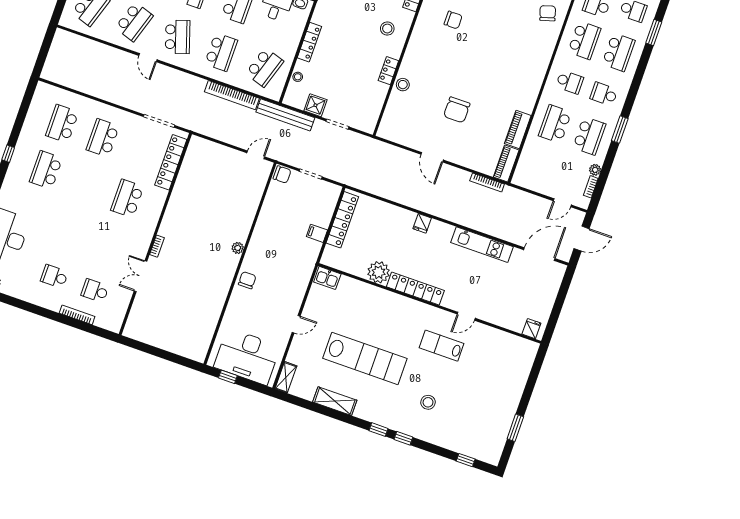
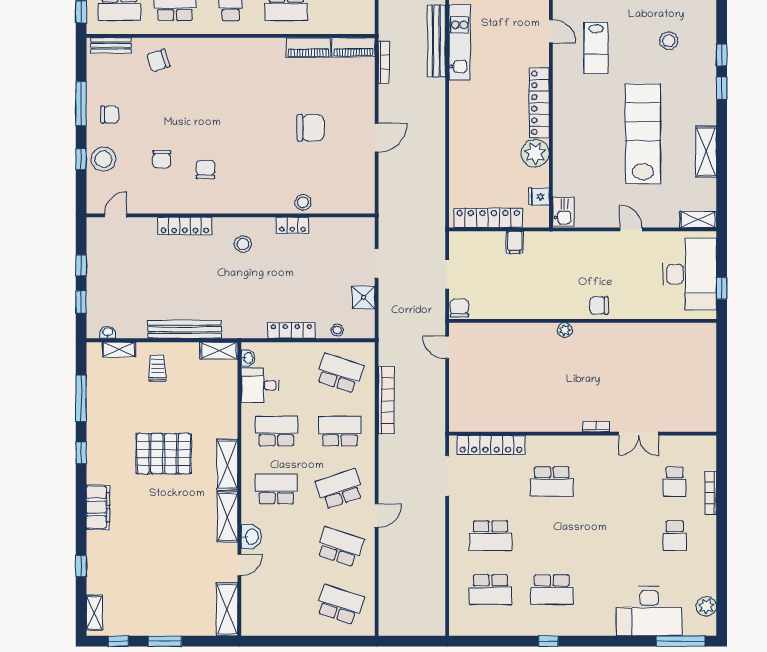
bench: (285, 115) -> (436, 41), moved
fridge: (422, 223) -> (539, 197), moved, turned 180

